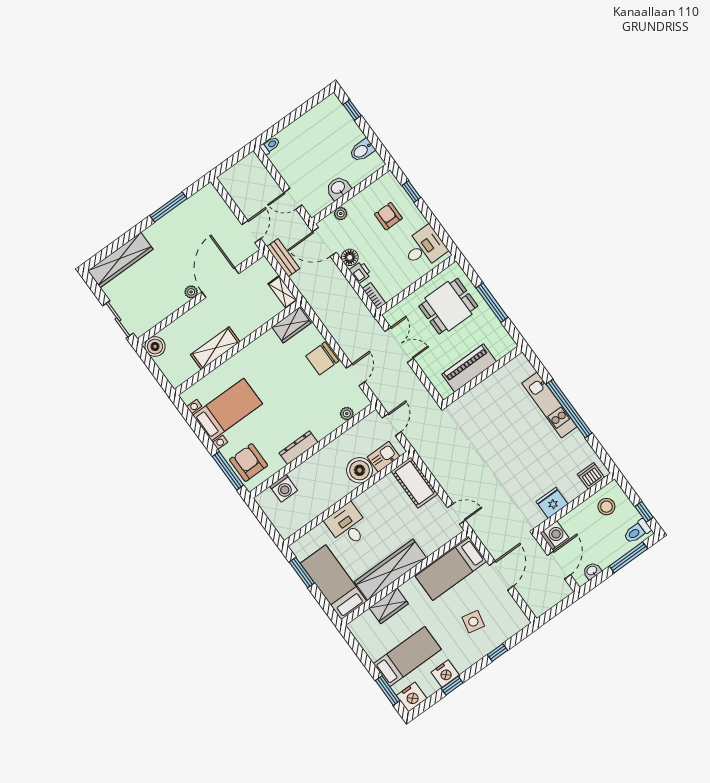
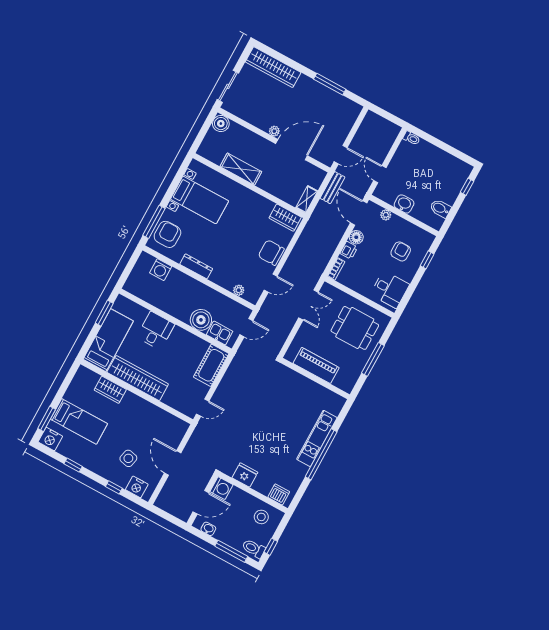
door: (456, 514) -> (203, 408), hinge flipped
bed: (451, 569) -> (160, 423), removed
door: (501, 576) -> (173, 463), swing flipped
nightstand: (445, 674) -> (137, 487), moved

